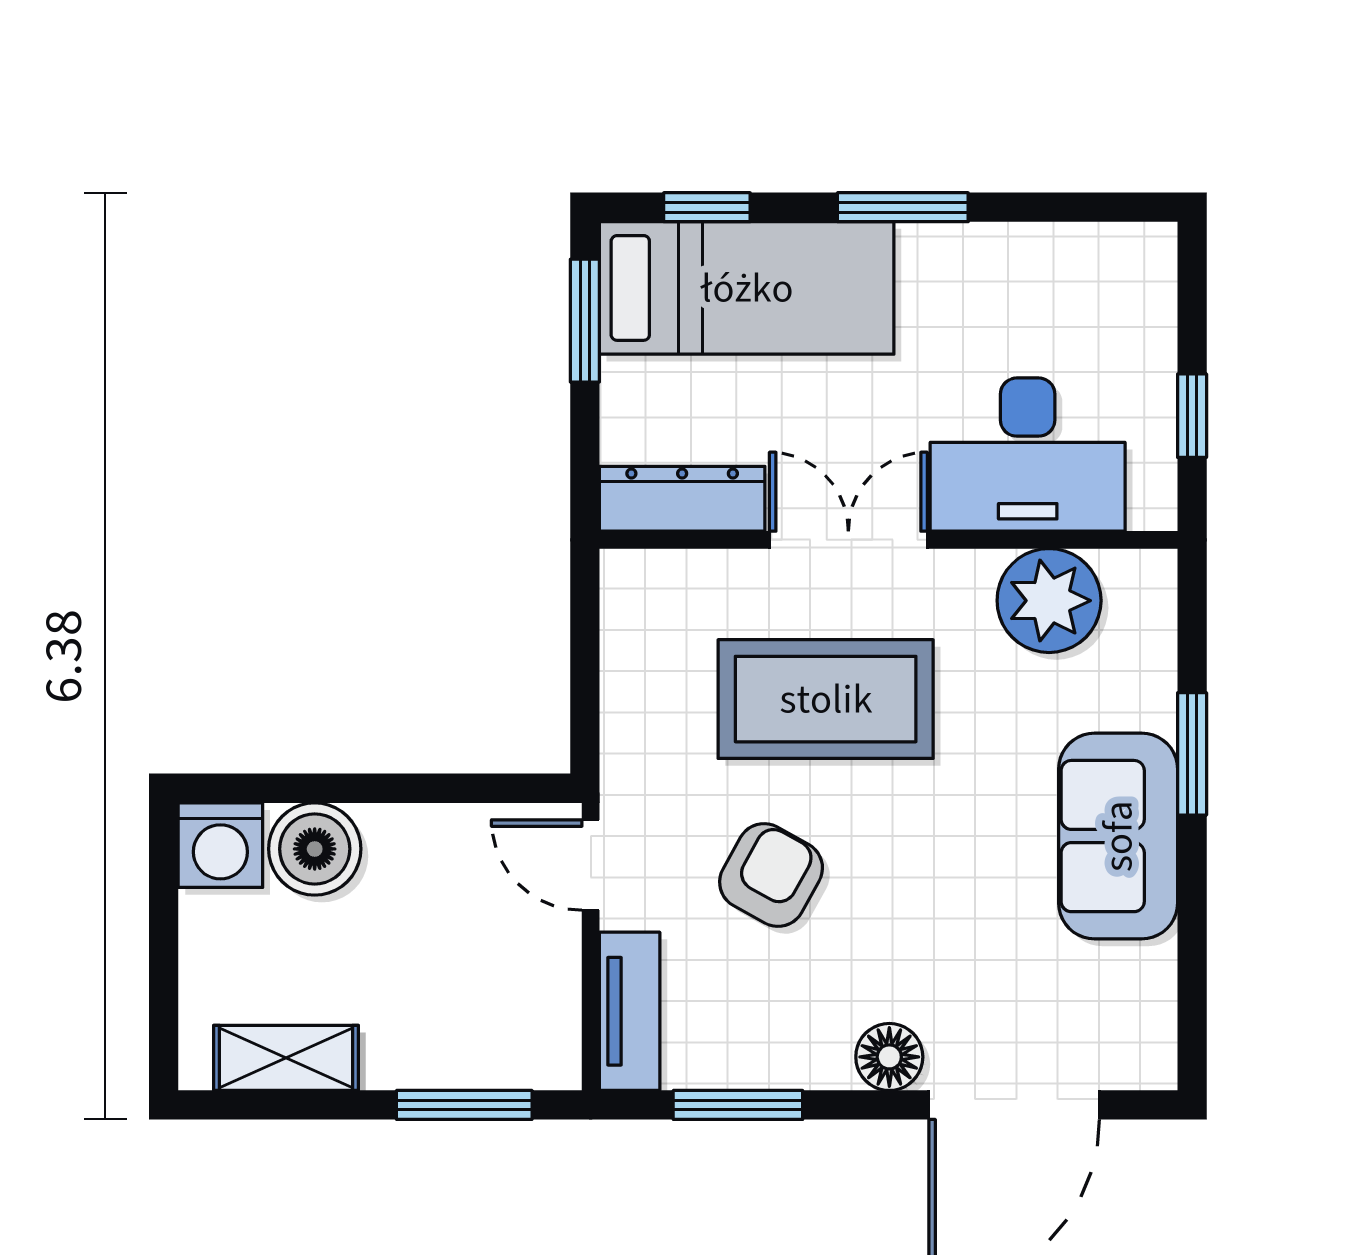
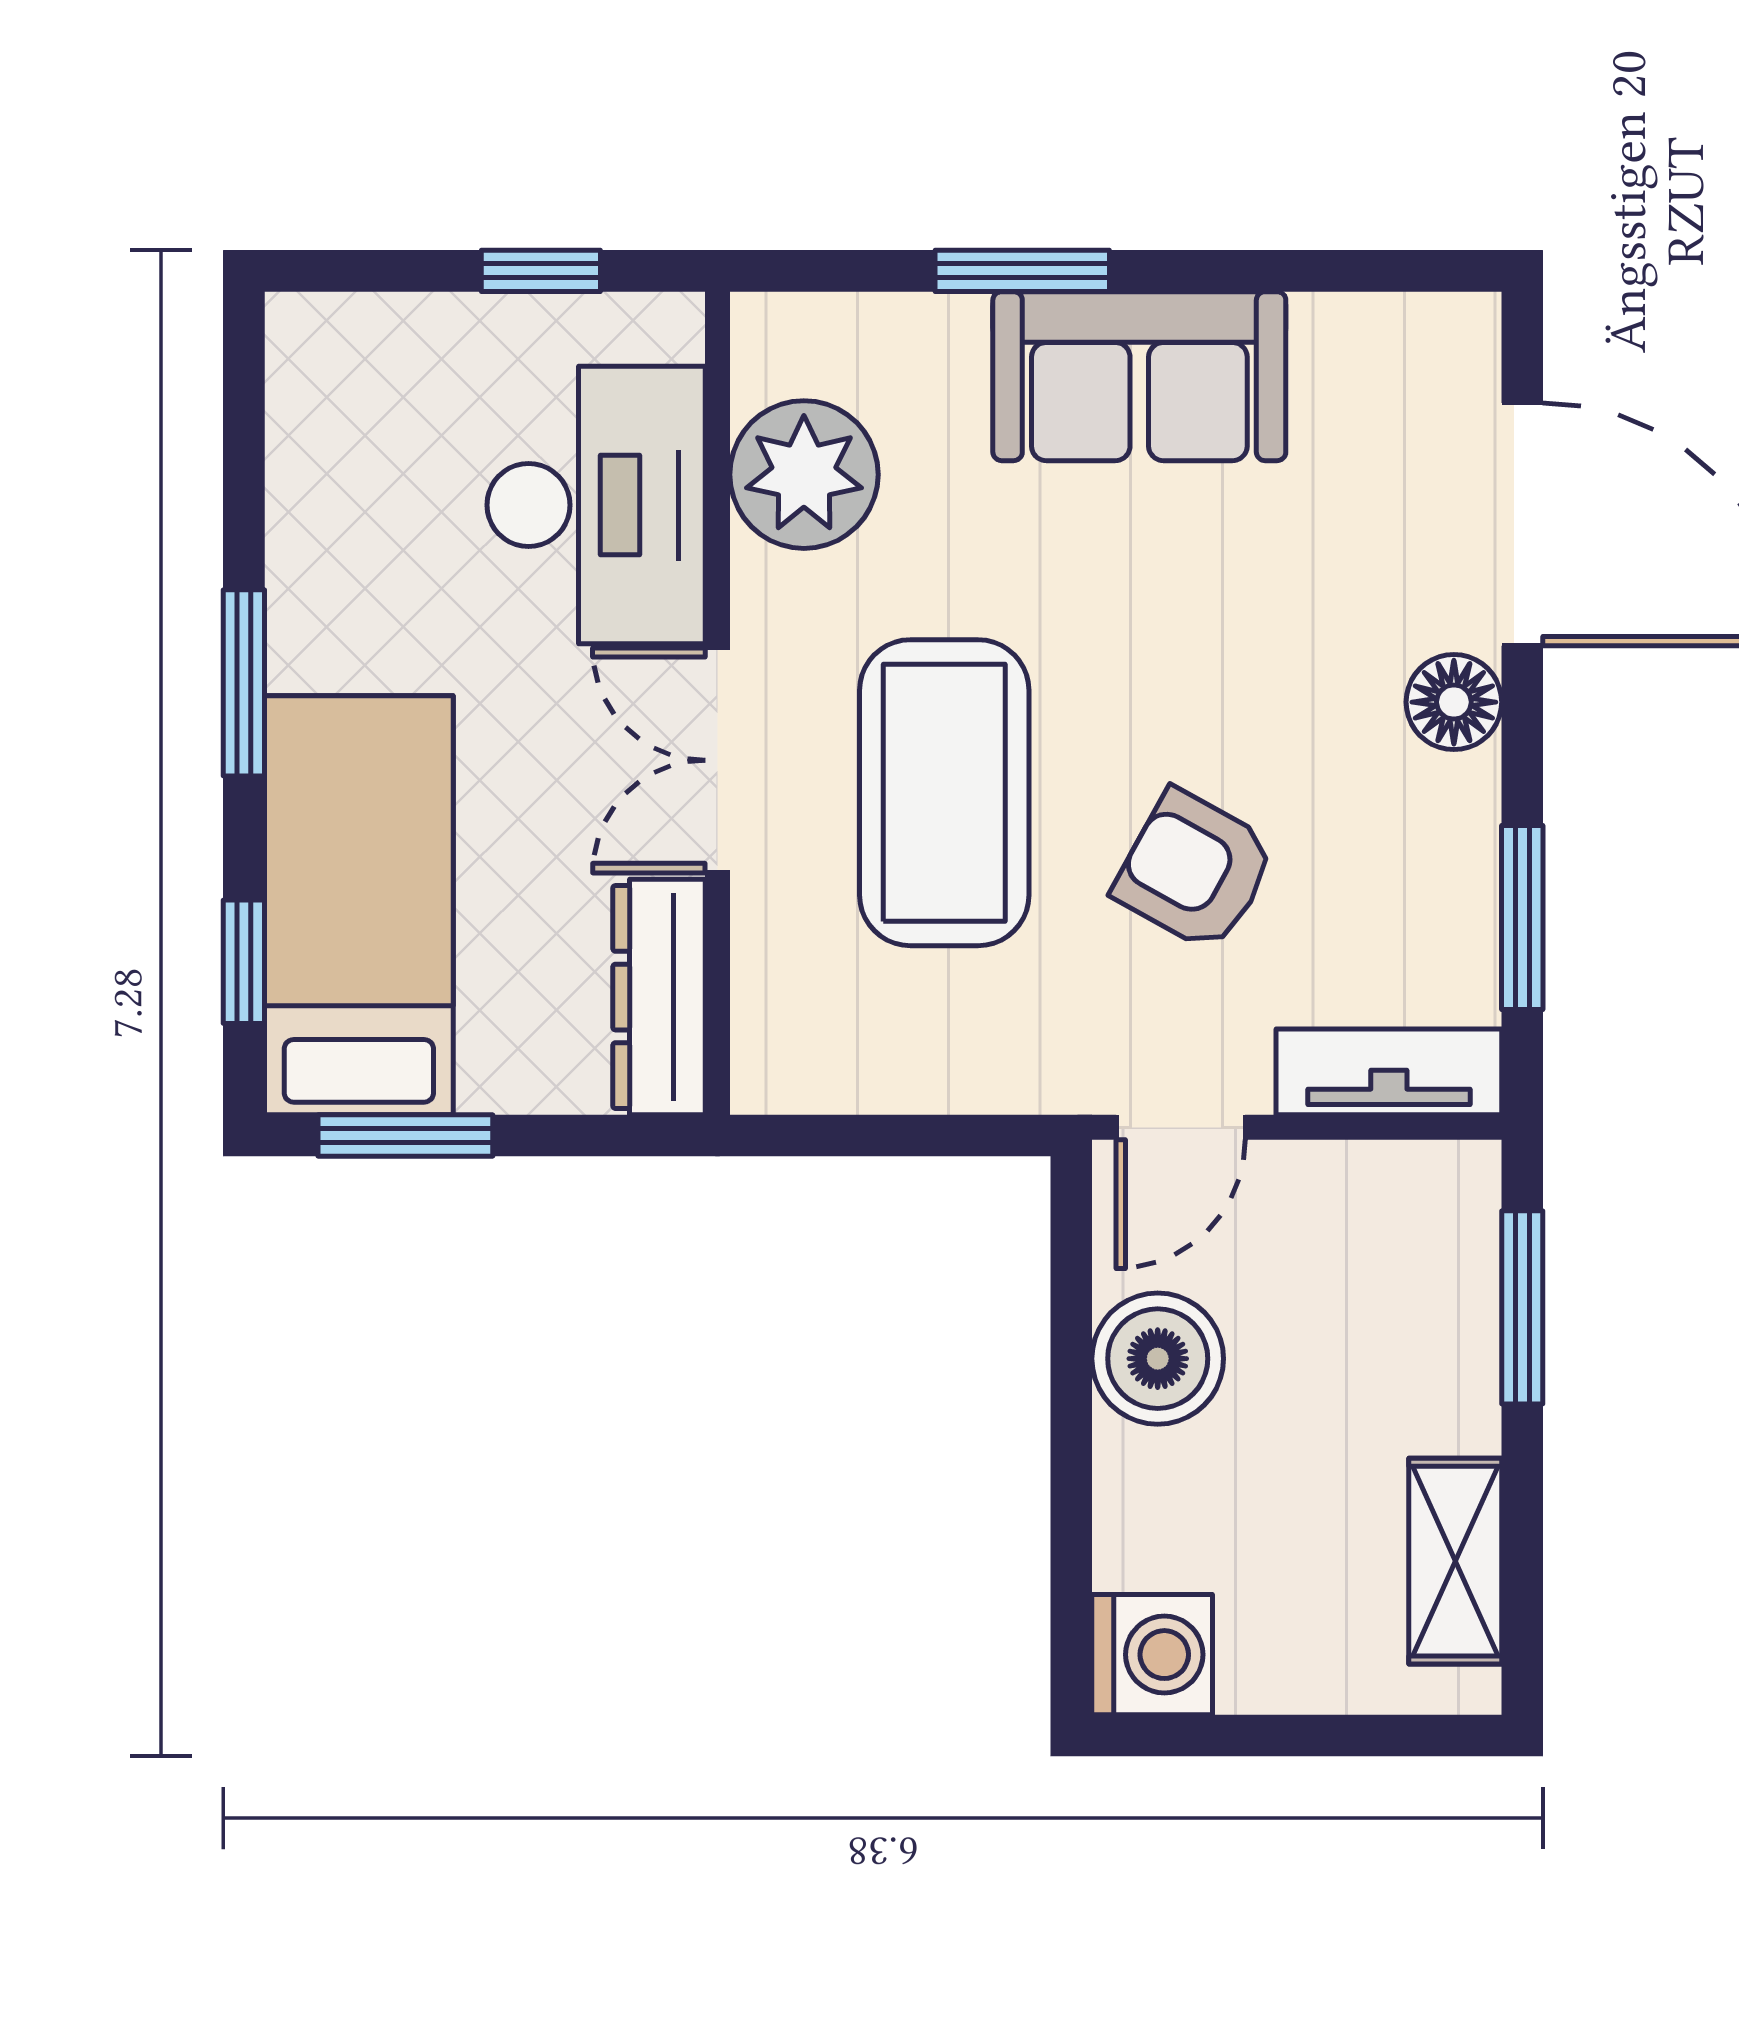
boiler: (315, 849) -> (1158, 1359), moved

